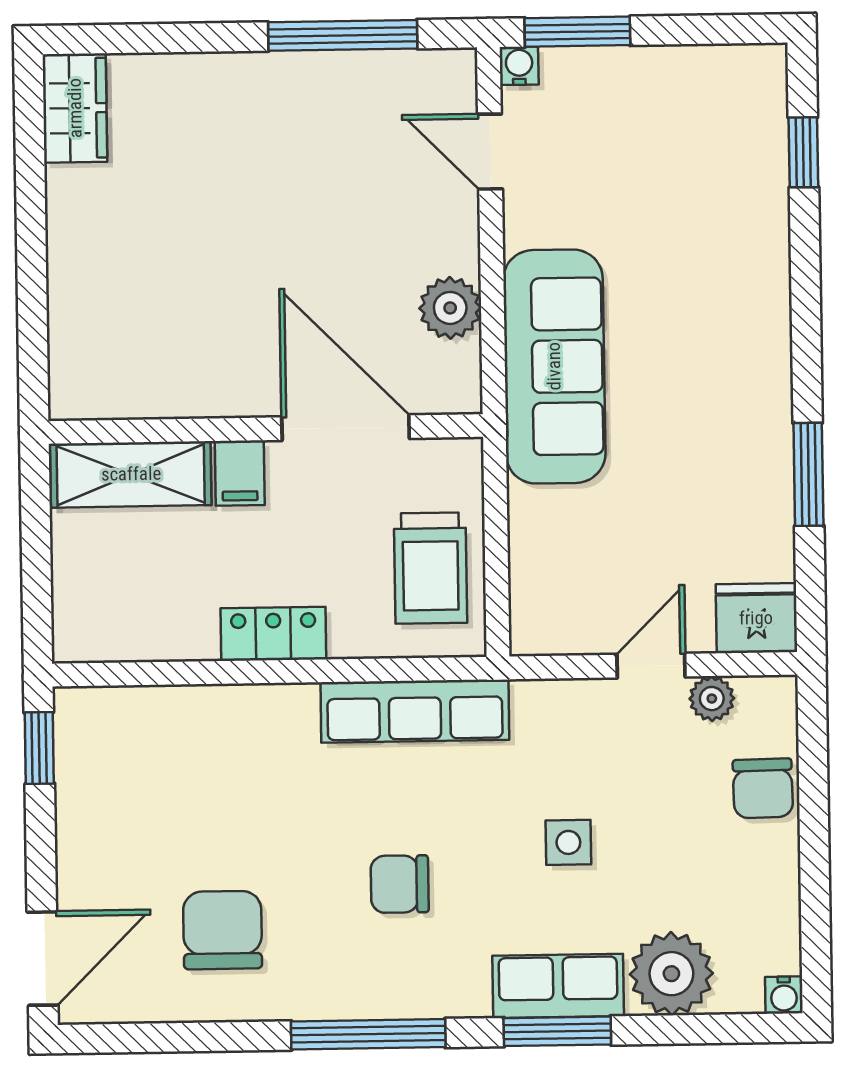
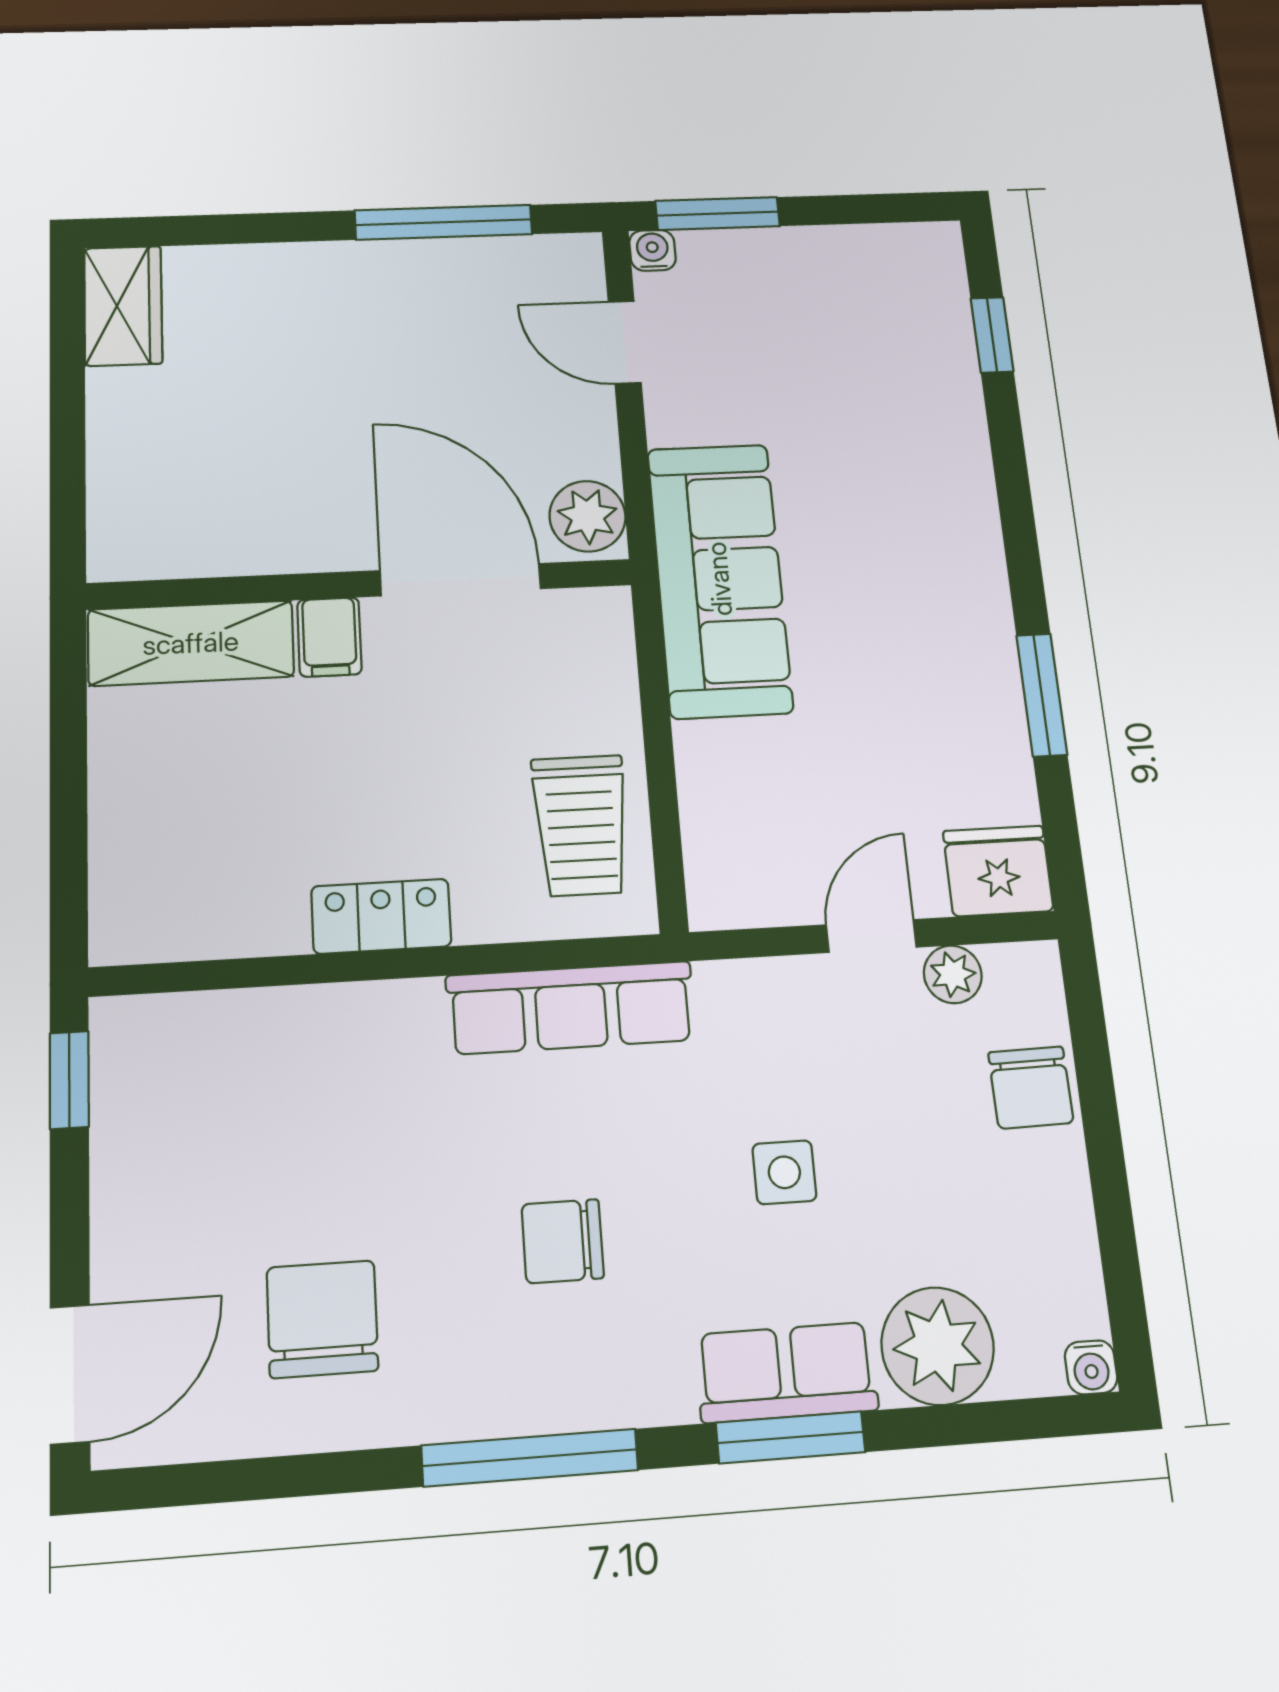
door: (346, 428) -> (460, 580), moved
wall: (266, 429) -> (361, 584), moved
filing cabinet: (240, 473) -> (329, 637), moved
shelving: (131, 474) -> (191, 643), moved

